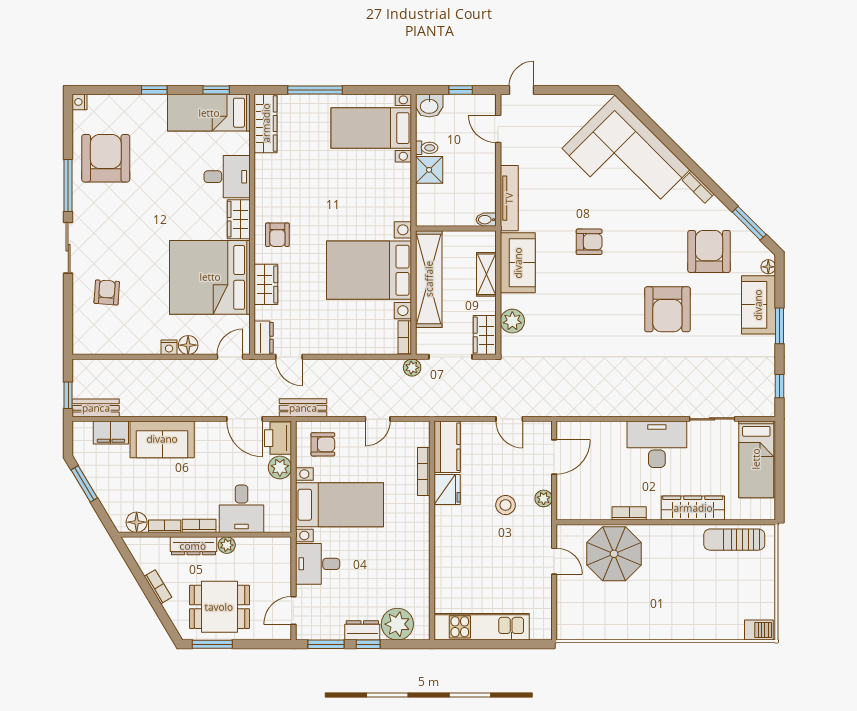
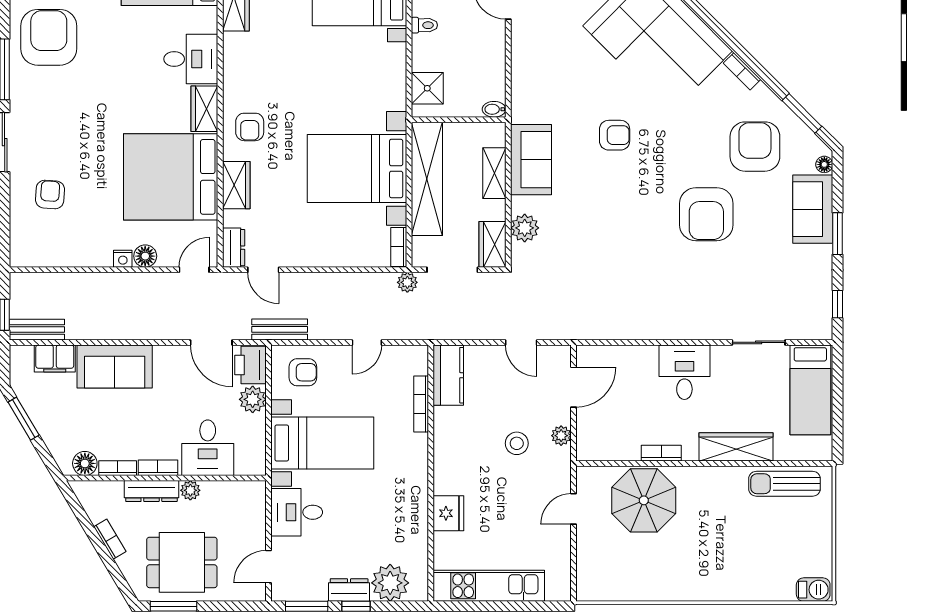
shower: (429, 170) -> (427, 88), moved
tv unit: (509, 198) -> (521, 84), removed
desk: (657, 444) -> (684, 372), width x0.73
fridge: (447, 489) -> (448, 513), moved
door: (554, 561) -> (574, 509), swing flipped

